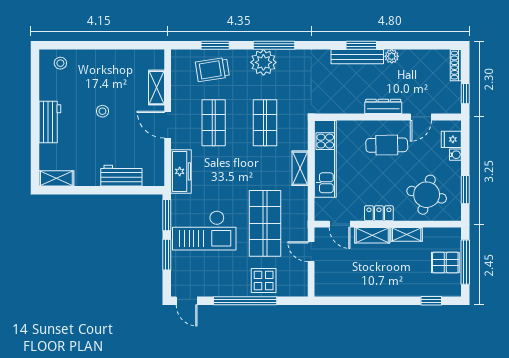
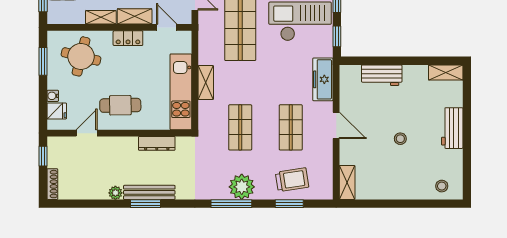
shelving: (156, 88) -> (347, 182), moved
dresser: (383, 106) -> (157, 143), moved
window: (167, 215) -> (337, 36), width x0.67

